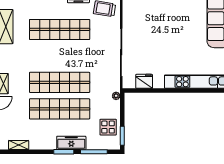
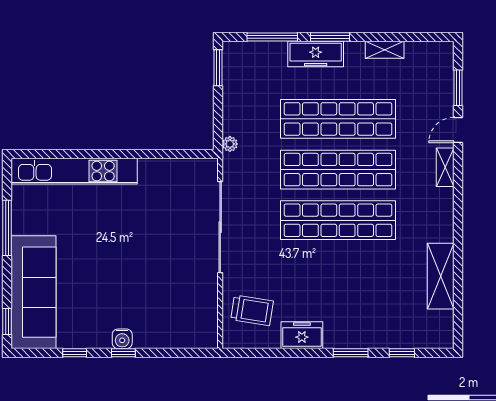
shop shelf: (60, 29) -> (338, 220), moved
fridge: (144, 81) -> (176, 172), removed
display table: (108, 127) -> (245, 84), removed
shelving: (19, 145) -> (385, 50), moved

